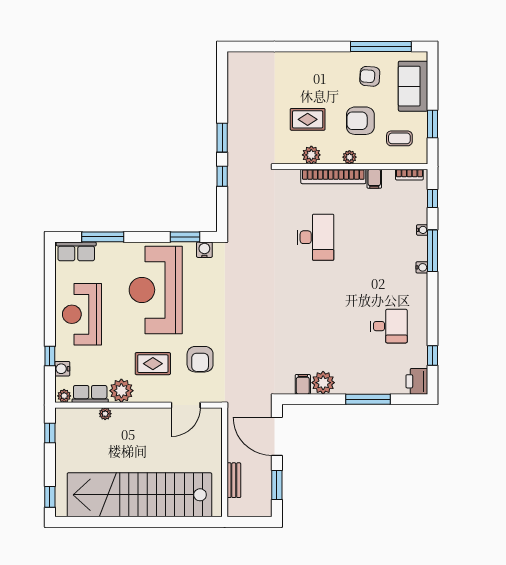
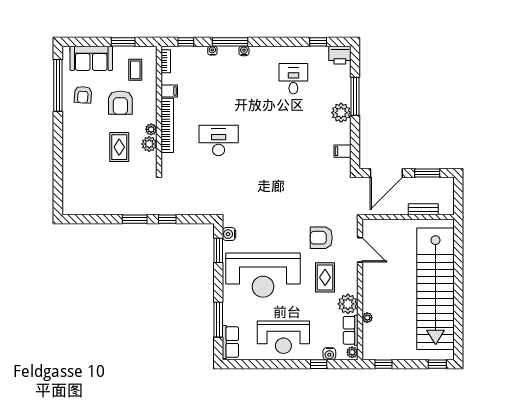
plant: (349, 157) -> (151, 129), moved
armchair: (200, 359) -> (321, 238), turned 180
plant: (323, 383) -> (341, 113), moved

